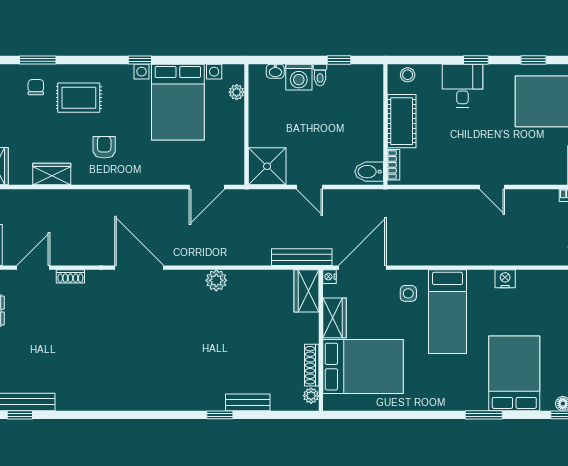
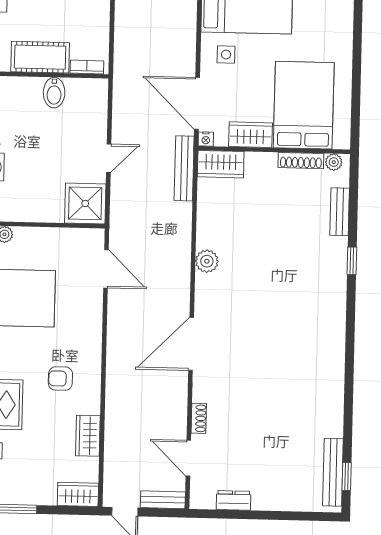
bidet: (369, 172) -> (54, 93), moved
bench: (248, 402) -> (340, 212), moved

